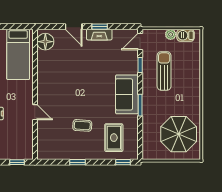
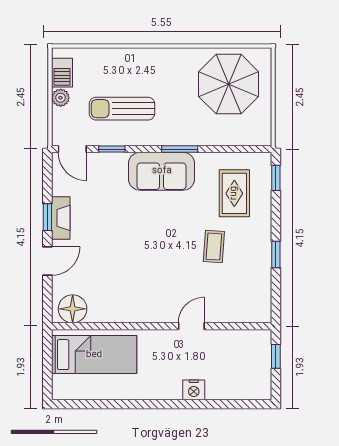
rug: (114, 138) -> (234, 193), turned 90

